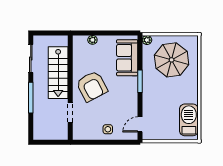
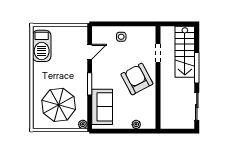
stairs: (58, 73) -> (185, 52), moved, turned 180
door: (140, 124) -> (90, 52), moved

